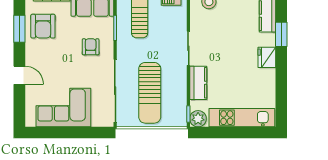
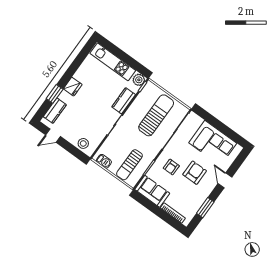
armchair: (43, 26) -> (195, 173), moved

